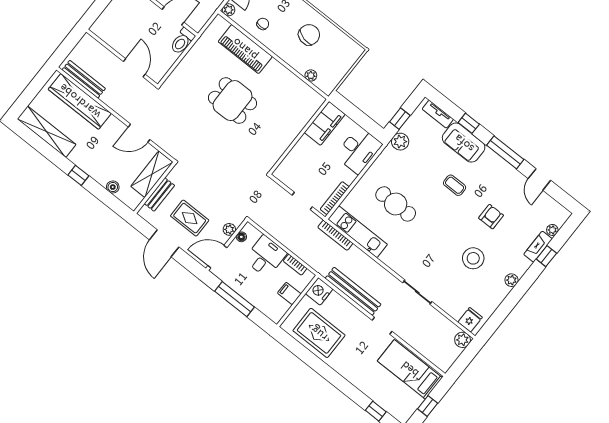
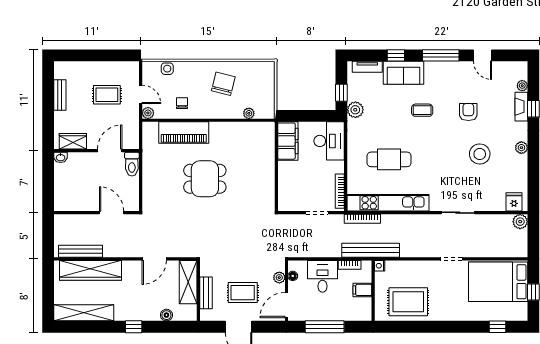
kitchen unit: (358, 232) -> (388, 203), width x1.36
nightstand: (319, 291) -> (380, 266), width x0.53, depth x0.56
bench: (353, 291) -> (371, 250), moved
bed: (410, 369) -> (498, 282), width x1.50

